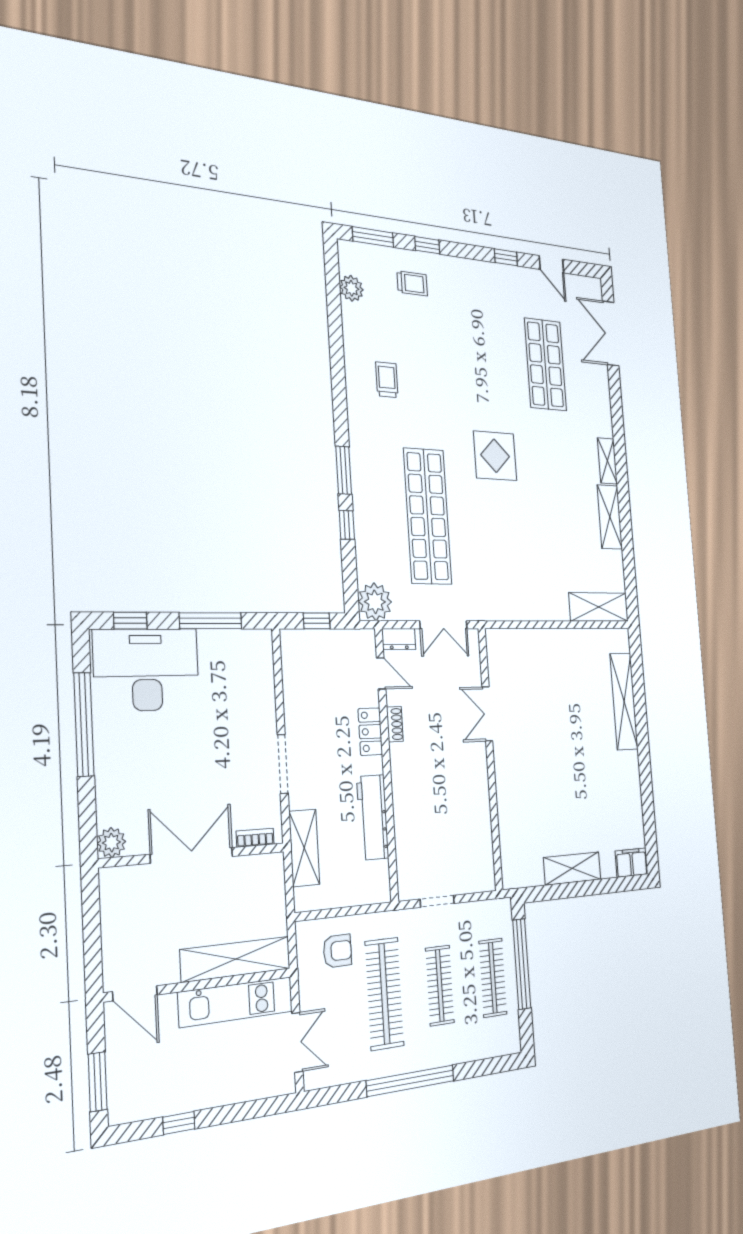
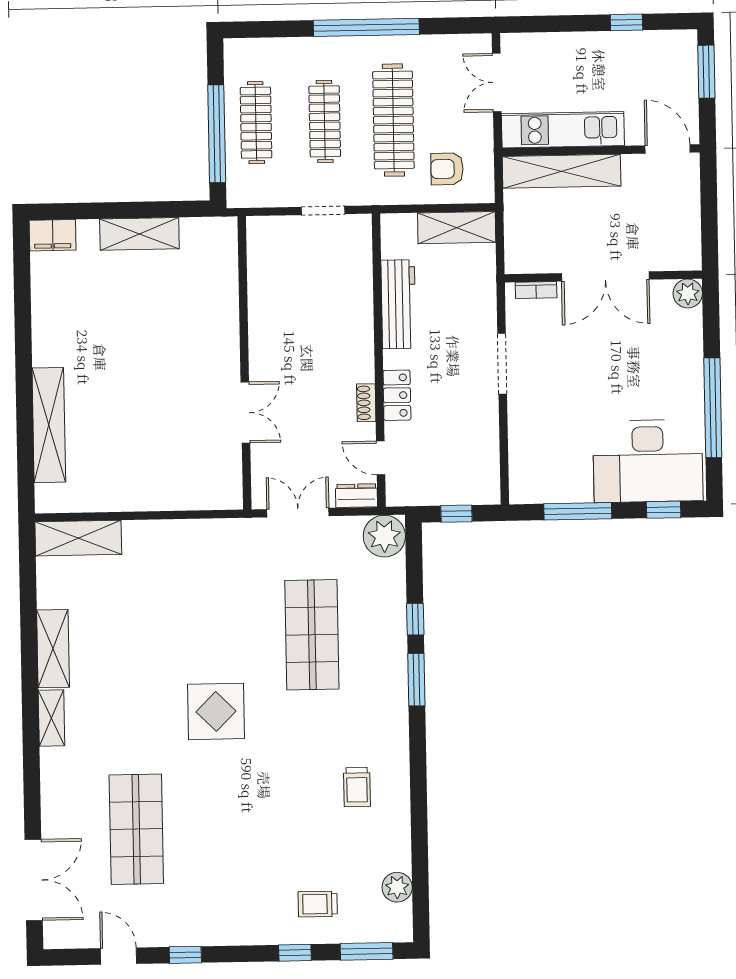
shop shelf: (428, 516) -> (312, 635), width x0.71
shelving: (304, 848) -> (457, 228), moved, turned 90

